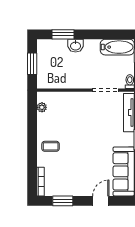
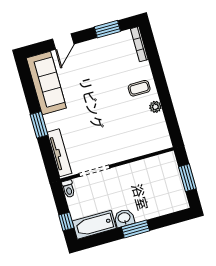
window: (63, 34) -> (136, 229), moved
washbasin: (76, 46) -> (124, 218), moved
plant: (42, 107) -> (155, 107), moved

